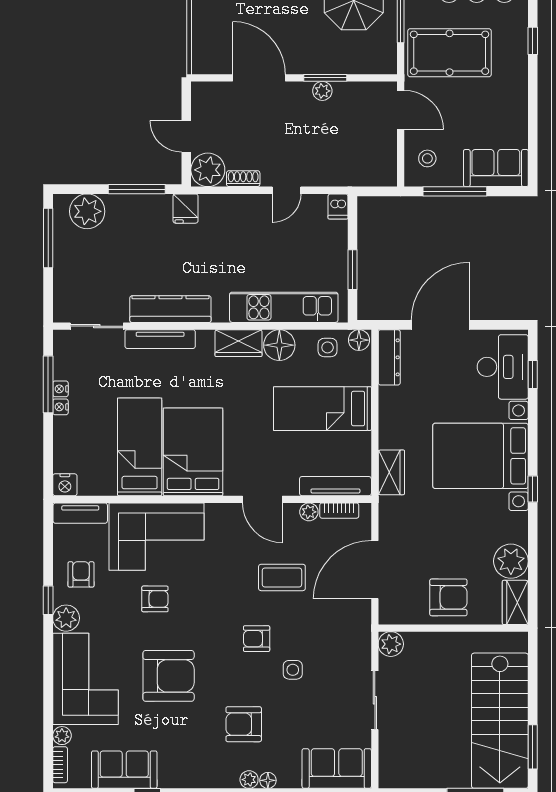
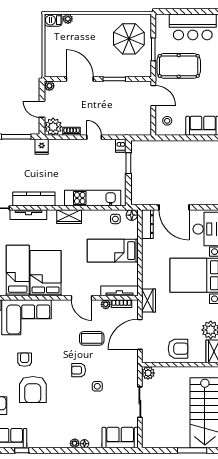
plant: (322, 91) -> (49, 86), moved
door: (286, 190) -> (94, 137), swing flipped
window: (455, 191) -> (181, 138), removed
window: (353, 270) -> (128, 163), moved
door: (440, 325) -> (174, 207), swing flipped
floor lamp: (279, 345) -> (90, 218), removed
wardrobe: (391, 472) -> (148, 301), moved
armchair: (155, 599) -> (25, 360), moved, turned -90
armchair: (169, 676) -> (33, 390), turned 90
armchair: (244, 724) -> (72, 415), removed

